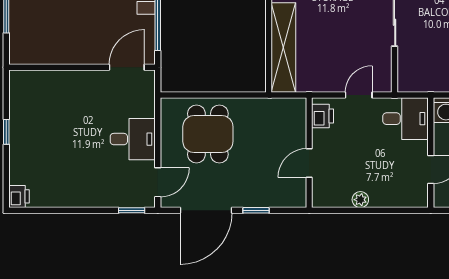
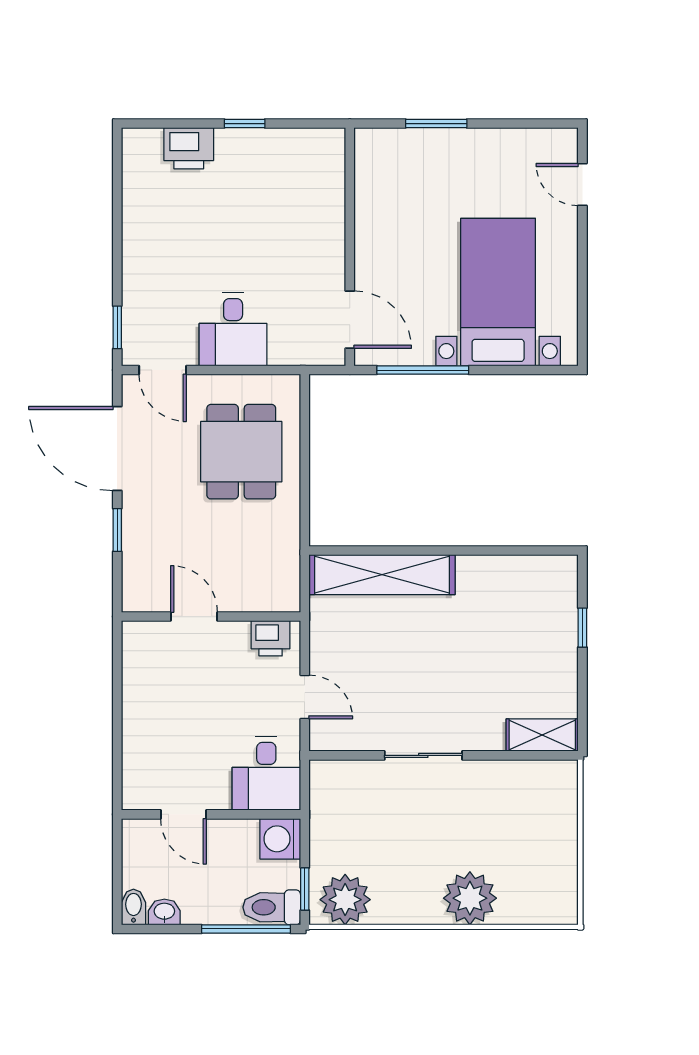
dining table: (208, 134) -> (241, 452), turned 90
printer: (19, 196) -> (189, 148), moved, width x1.36, depth x1.24
plant: (360, 200) -> (135, 700), removed

